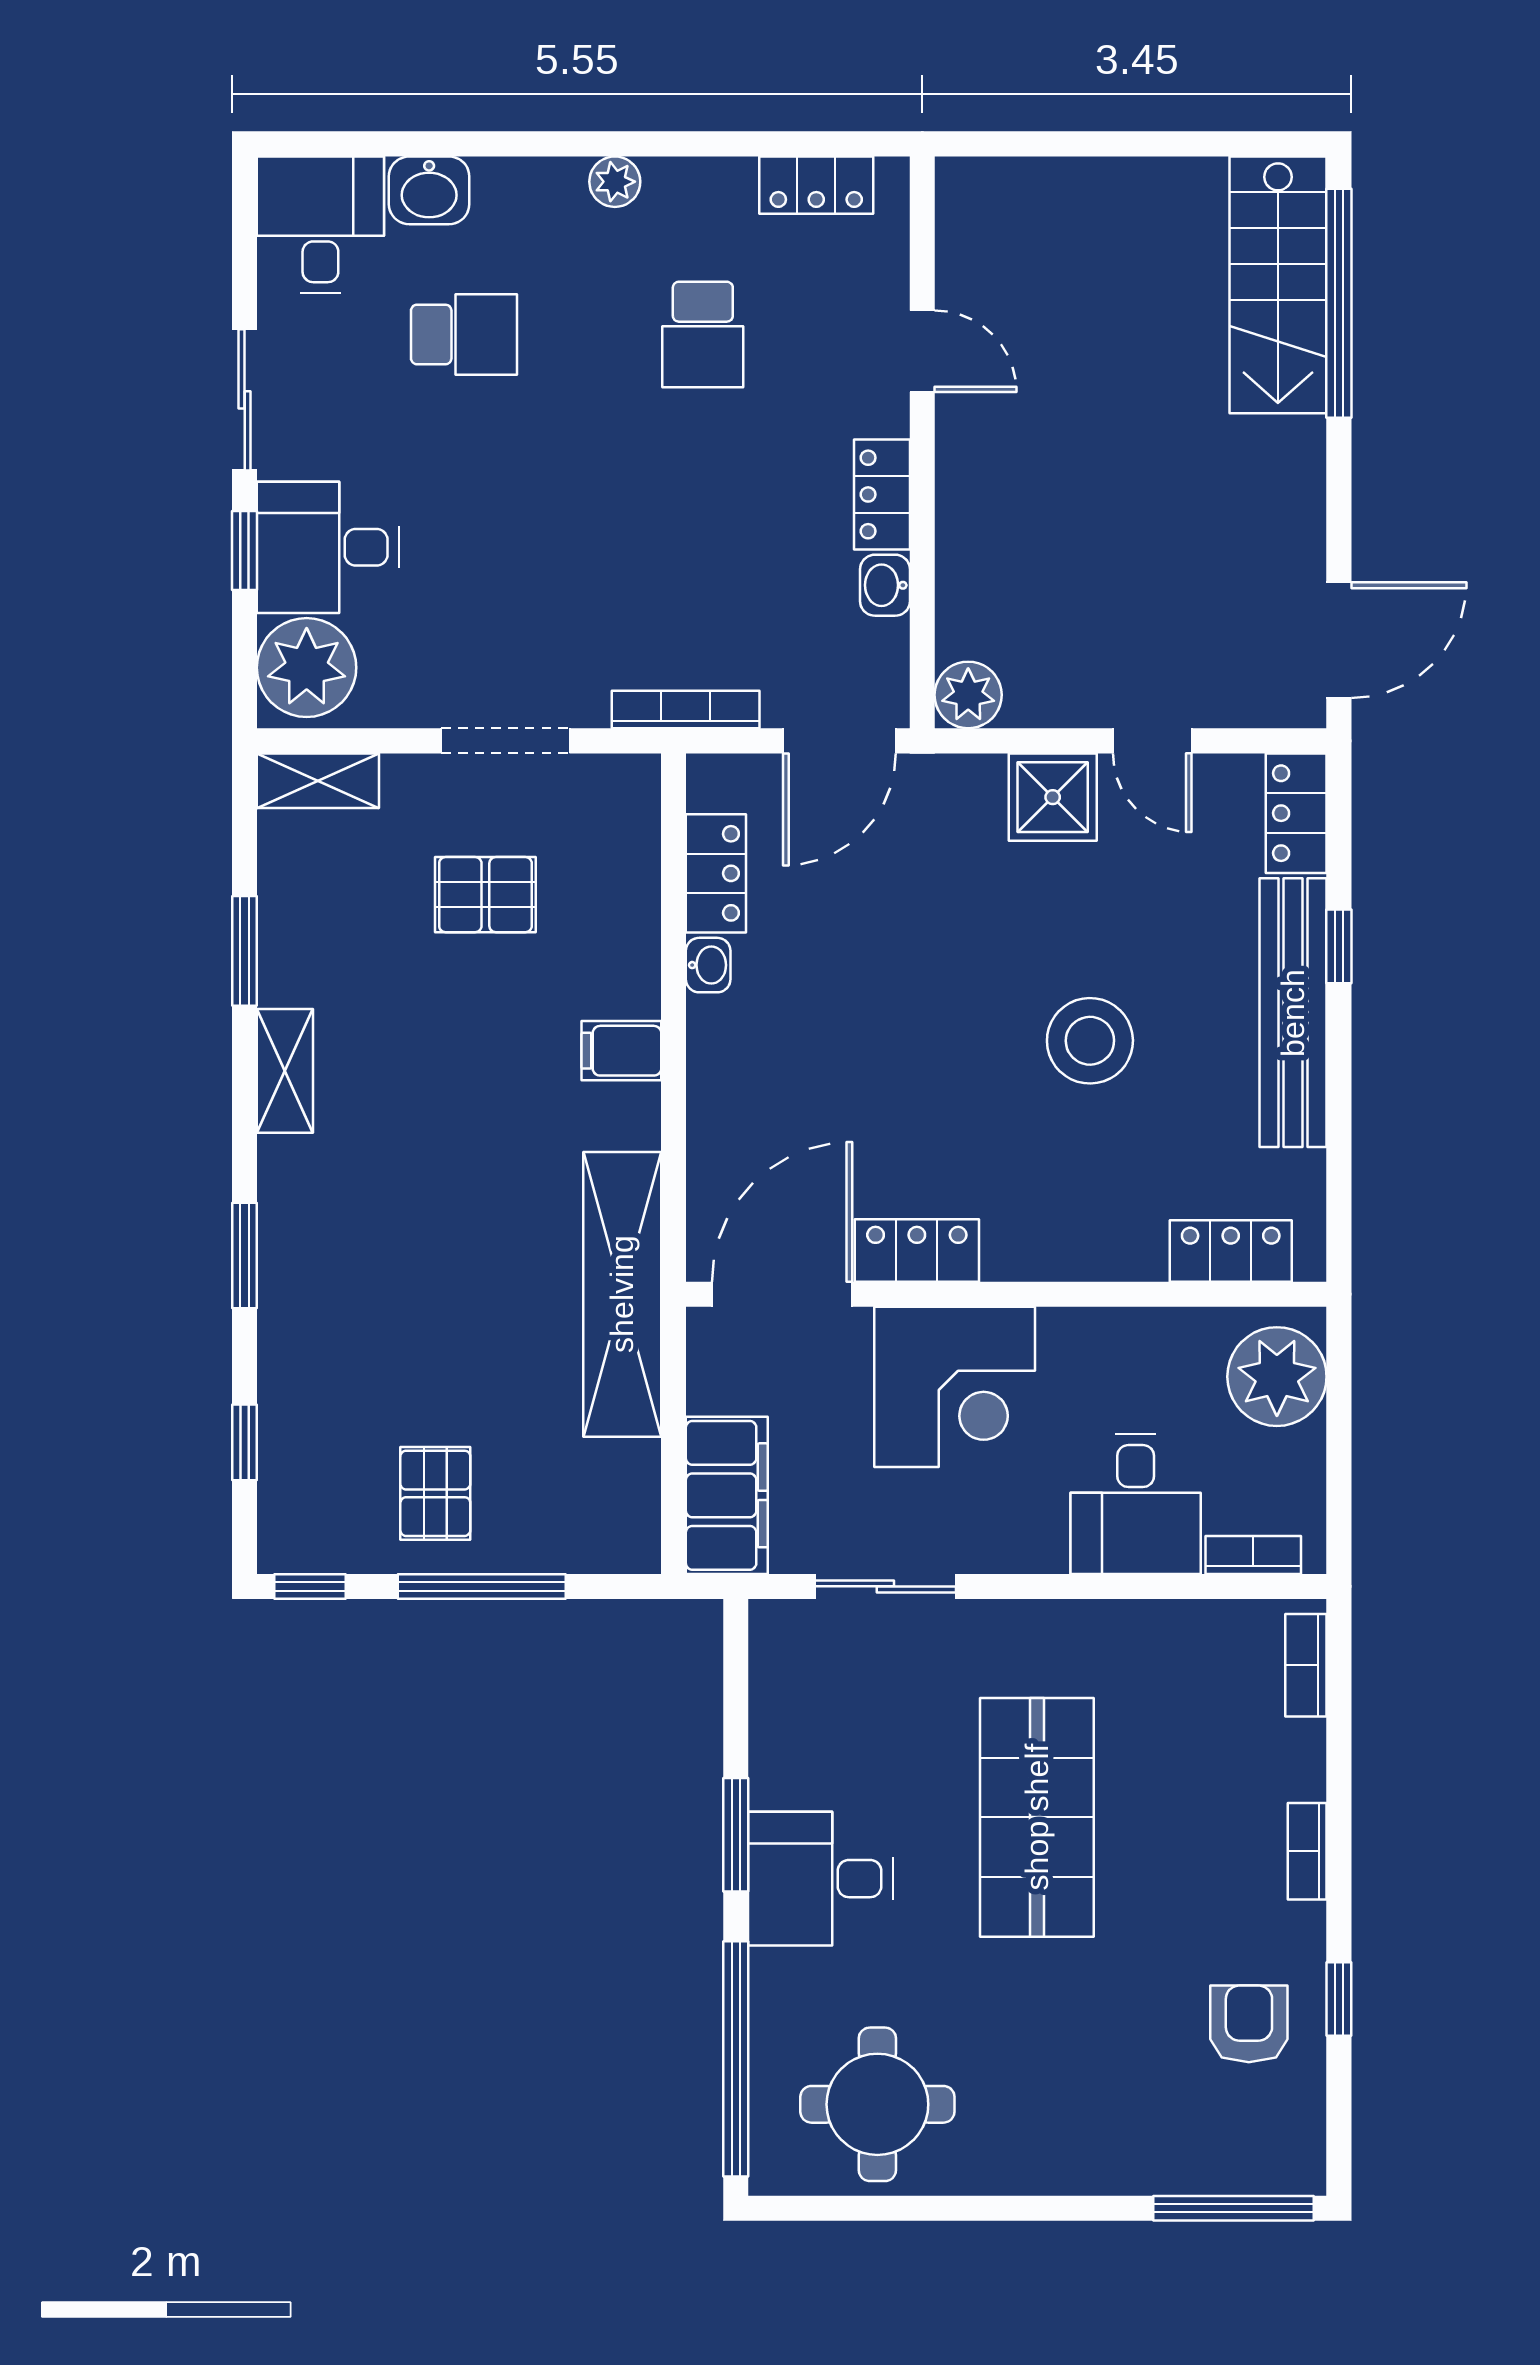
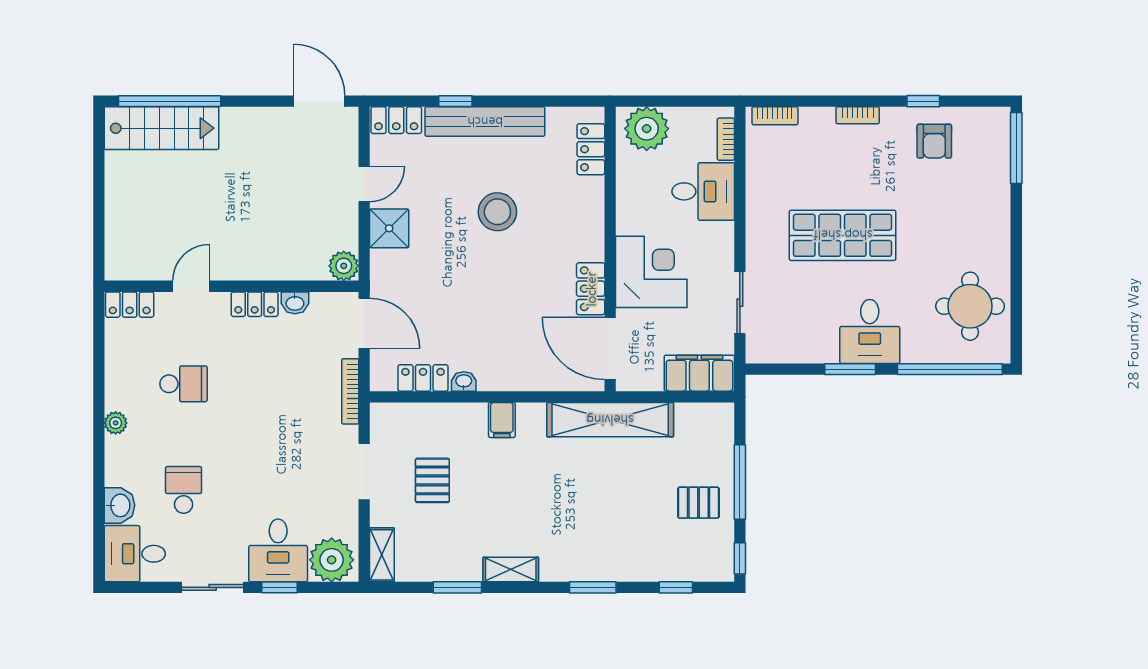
locker: (816, 185) -> (130, 305), moved, turned 90
armchair: (1249, 2024) -> (934, 141), turned -90

